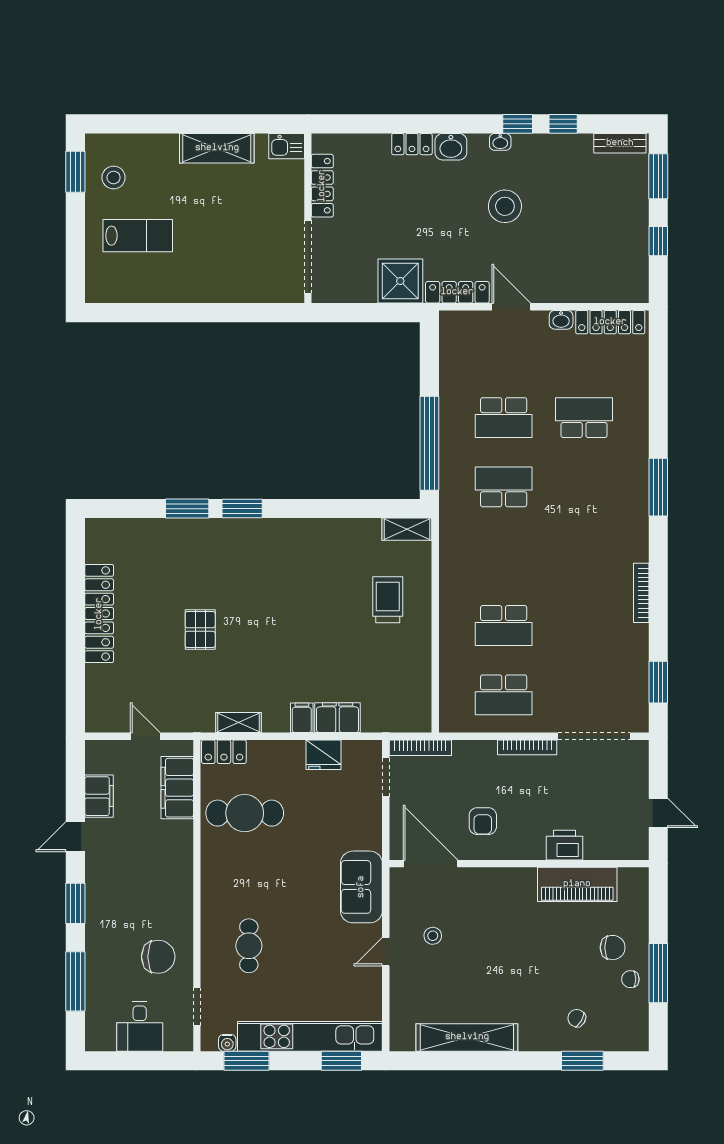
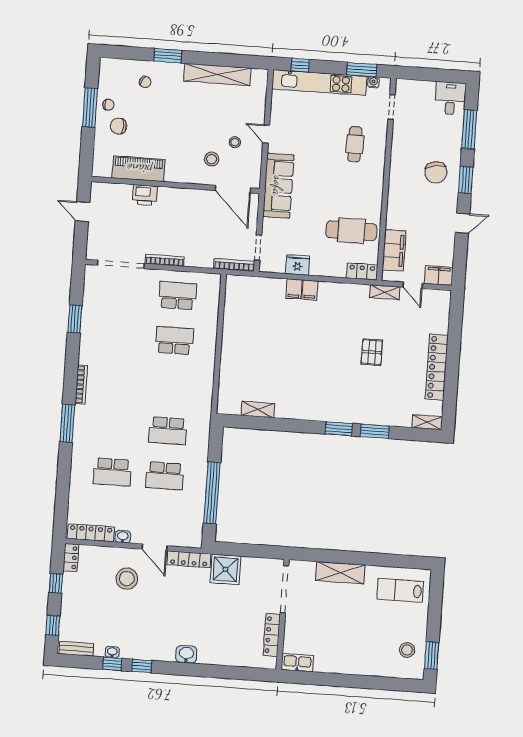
washbasin: (500, 142) -> (112, 652), moved
locker: (412, 144) -> (71, 558), moved, turned 90
kitchen sink: (287, 146) -> (297, 663), width x1.38
shelving: (217, 148) -> (340, 573), moved
window: (658, 176) -> (53, 625), width x0.67
stool: (505, 206) -> (127, 579), moved
lab bench: (138, 236) -> (400, 590), moved
school desk: (504, 418) -> (165, 476), turned 180
window: (429, 443) -> (212, 493), moved
shelving: (108, 528) -> (427, 422), added
shelving: (407, 529) -> (258, 410), moved
bookcase: (641, 593) -> (81, 384), moved
trolley: (388, 600) -> (248, 363), removed
window: (658, 682) -> (75, 319), moved
filing cabinet: (338, 718) -> (294, 289), width x0.50
shelving: (238, 723) -> (385, 292), moved
filing cabinet: (99, 796) -> (439, 276), moved, turned 90
armchair: (483, 821) -> (197, 214), removed
sofa: (361, 887) -> (278, 186), width x1.36
stool: (466, 907) -> (212, 159), added
door: (386, 952) -> (266, 134), swing flipped
chair: (158, 957) -> (436, 172), moved, turned -99
desk: (140, 1027) -> (450, 98), moved
window: (341, 1061) -> (300, 65), width x0.67
window: (582, 1061) -> (168, 56), moved

